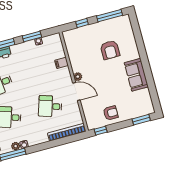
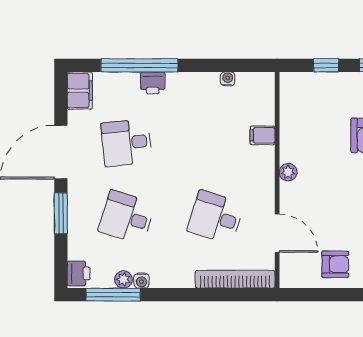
window: (32, 37) -> (217, 65), removed
door: (76, 91) -> (277, 233), moved
window: (101, 131) -> (305, 295), removed

